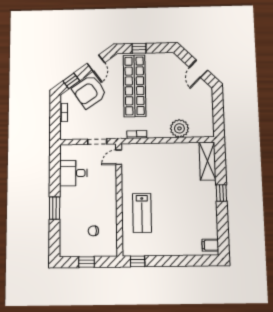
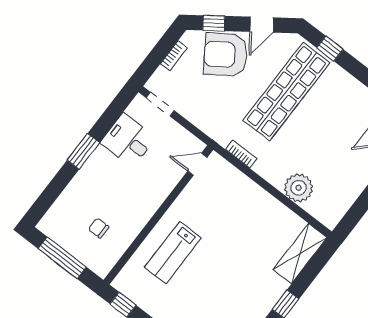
doorway: (97, 142) -> (160, 104), moved
window: (55, 208) -> (83, 151), moved
window: (86, 262) -> (62, 258), width x2.17

